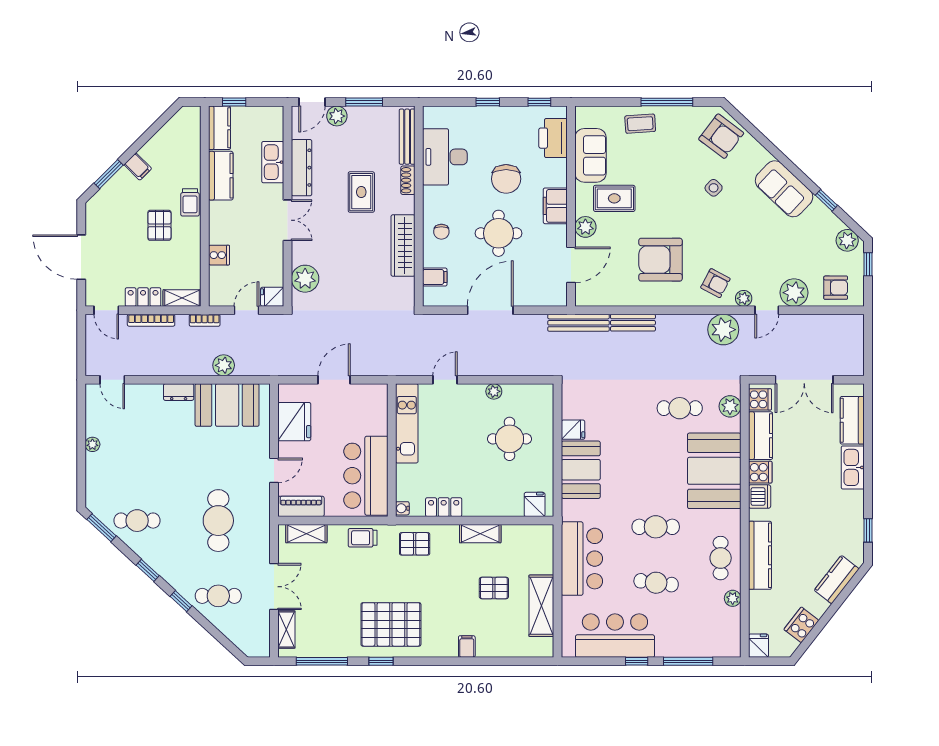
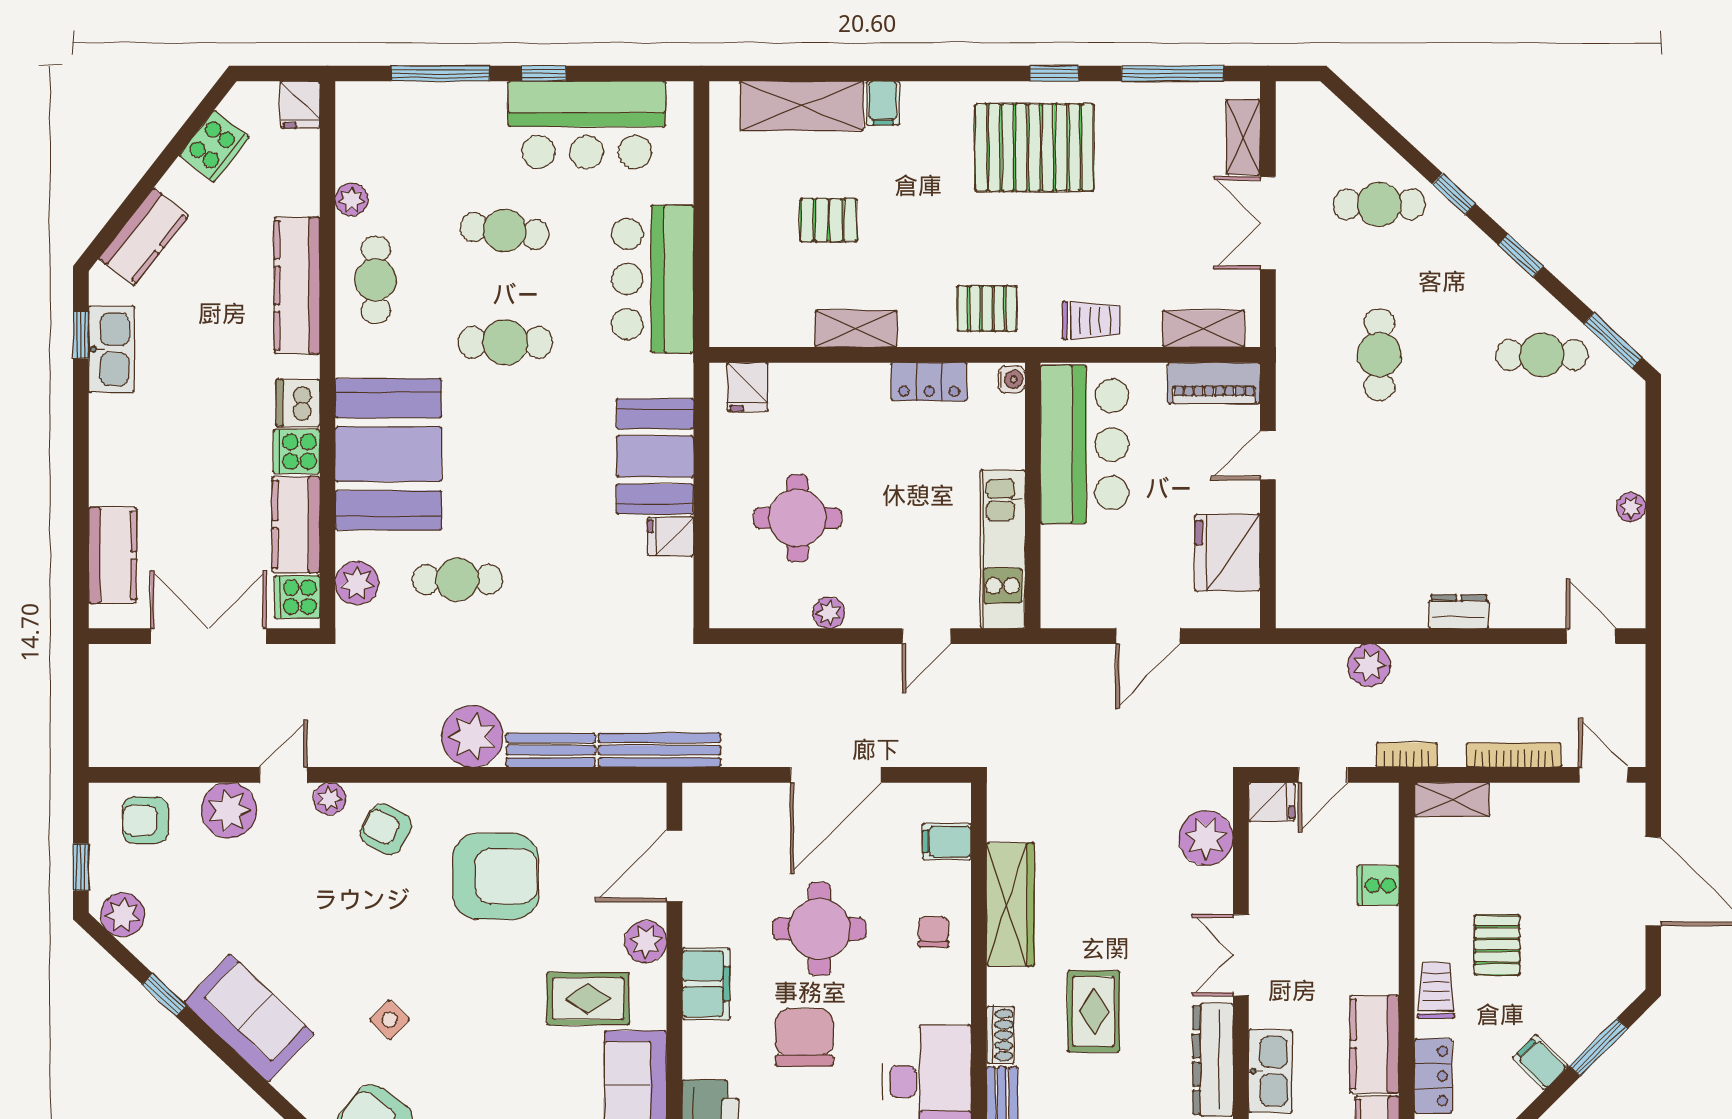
locker: (143, 297) -> (1433, 1076), moved, turned -90
plant: (723, 330) -> (472, 736), moved
booth: (227, 405) -> (1362, 586), removed
kitchen sink: (853, 467) -> (111, 349), moved
cafe table: (218, 521) -> (1379, 355), width x0.73, depth x0.74
shelving: (541, 606) -> (802, 106), moved, turned 90

